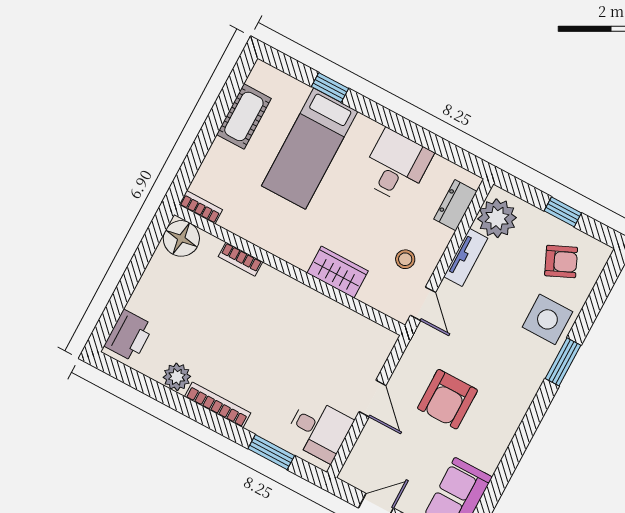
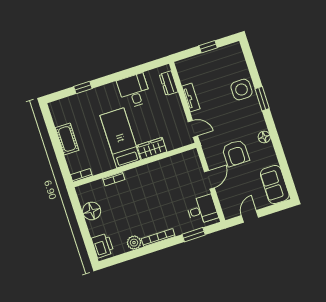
cot: (244, 116) -> (67, 139), moved
bed: (310, 149) -> (120, 138), moved, turned 180
plant: (497, 218) -> (188, 73), removed
floor lamp: (181, 238) -> (92, 211), moved
stool: (405, 259) -> (171, 120), removed
armchair: (561, 262) -> (225, 65), removed
door: (372, 398) -> (209, 180), hinge flipped
floor lamp: (510, 418) -> (264, 137), added

